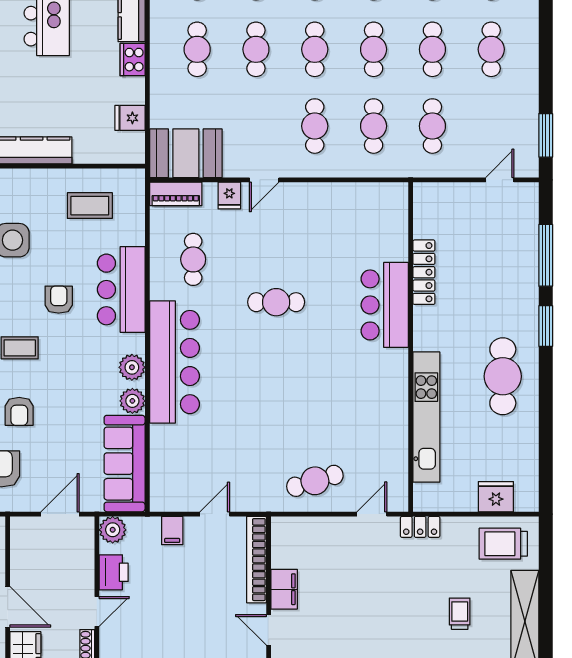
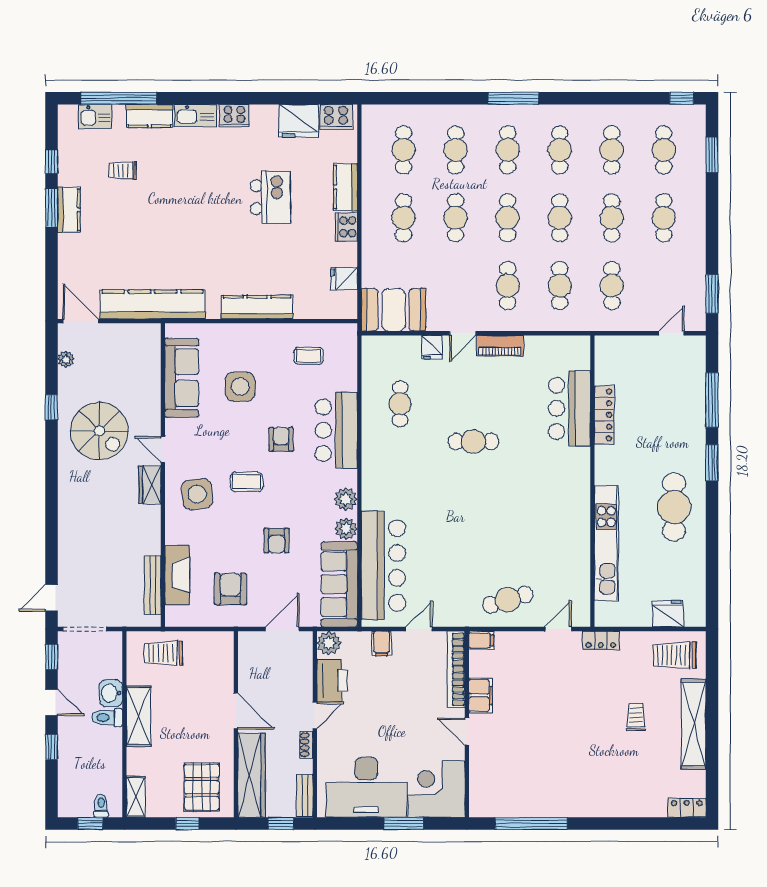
piano: (176, 194) -> (500, 346), moved
coffee table: (90, 206) -> (309, 356), width x0.73, depth x0.77
bar counter: (385, 305) -> (569, 408), moved
bar counter: (174, 362) -> (383, 565), moved
armchair: (19, 411) -> (277, 541), moved
filing cabinet: (285, 527) -> (481, 640), added
printer: (114, 572) -> (332, 681), width x1.37, depth x1.19

